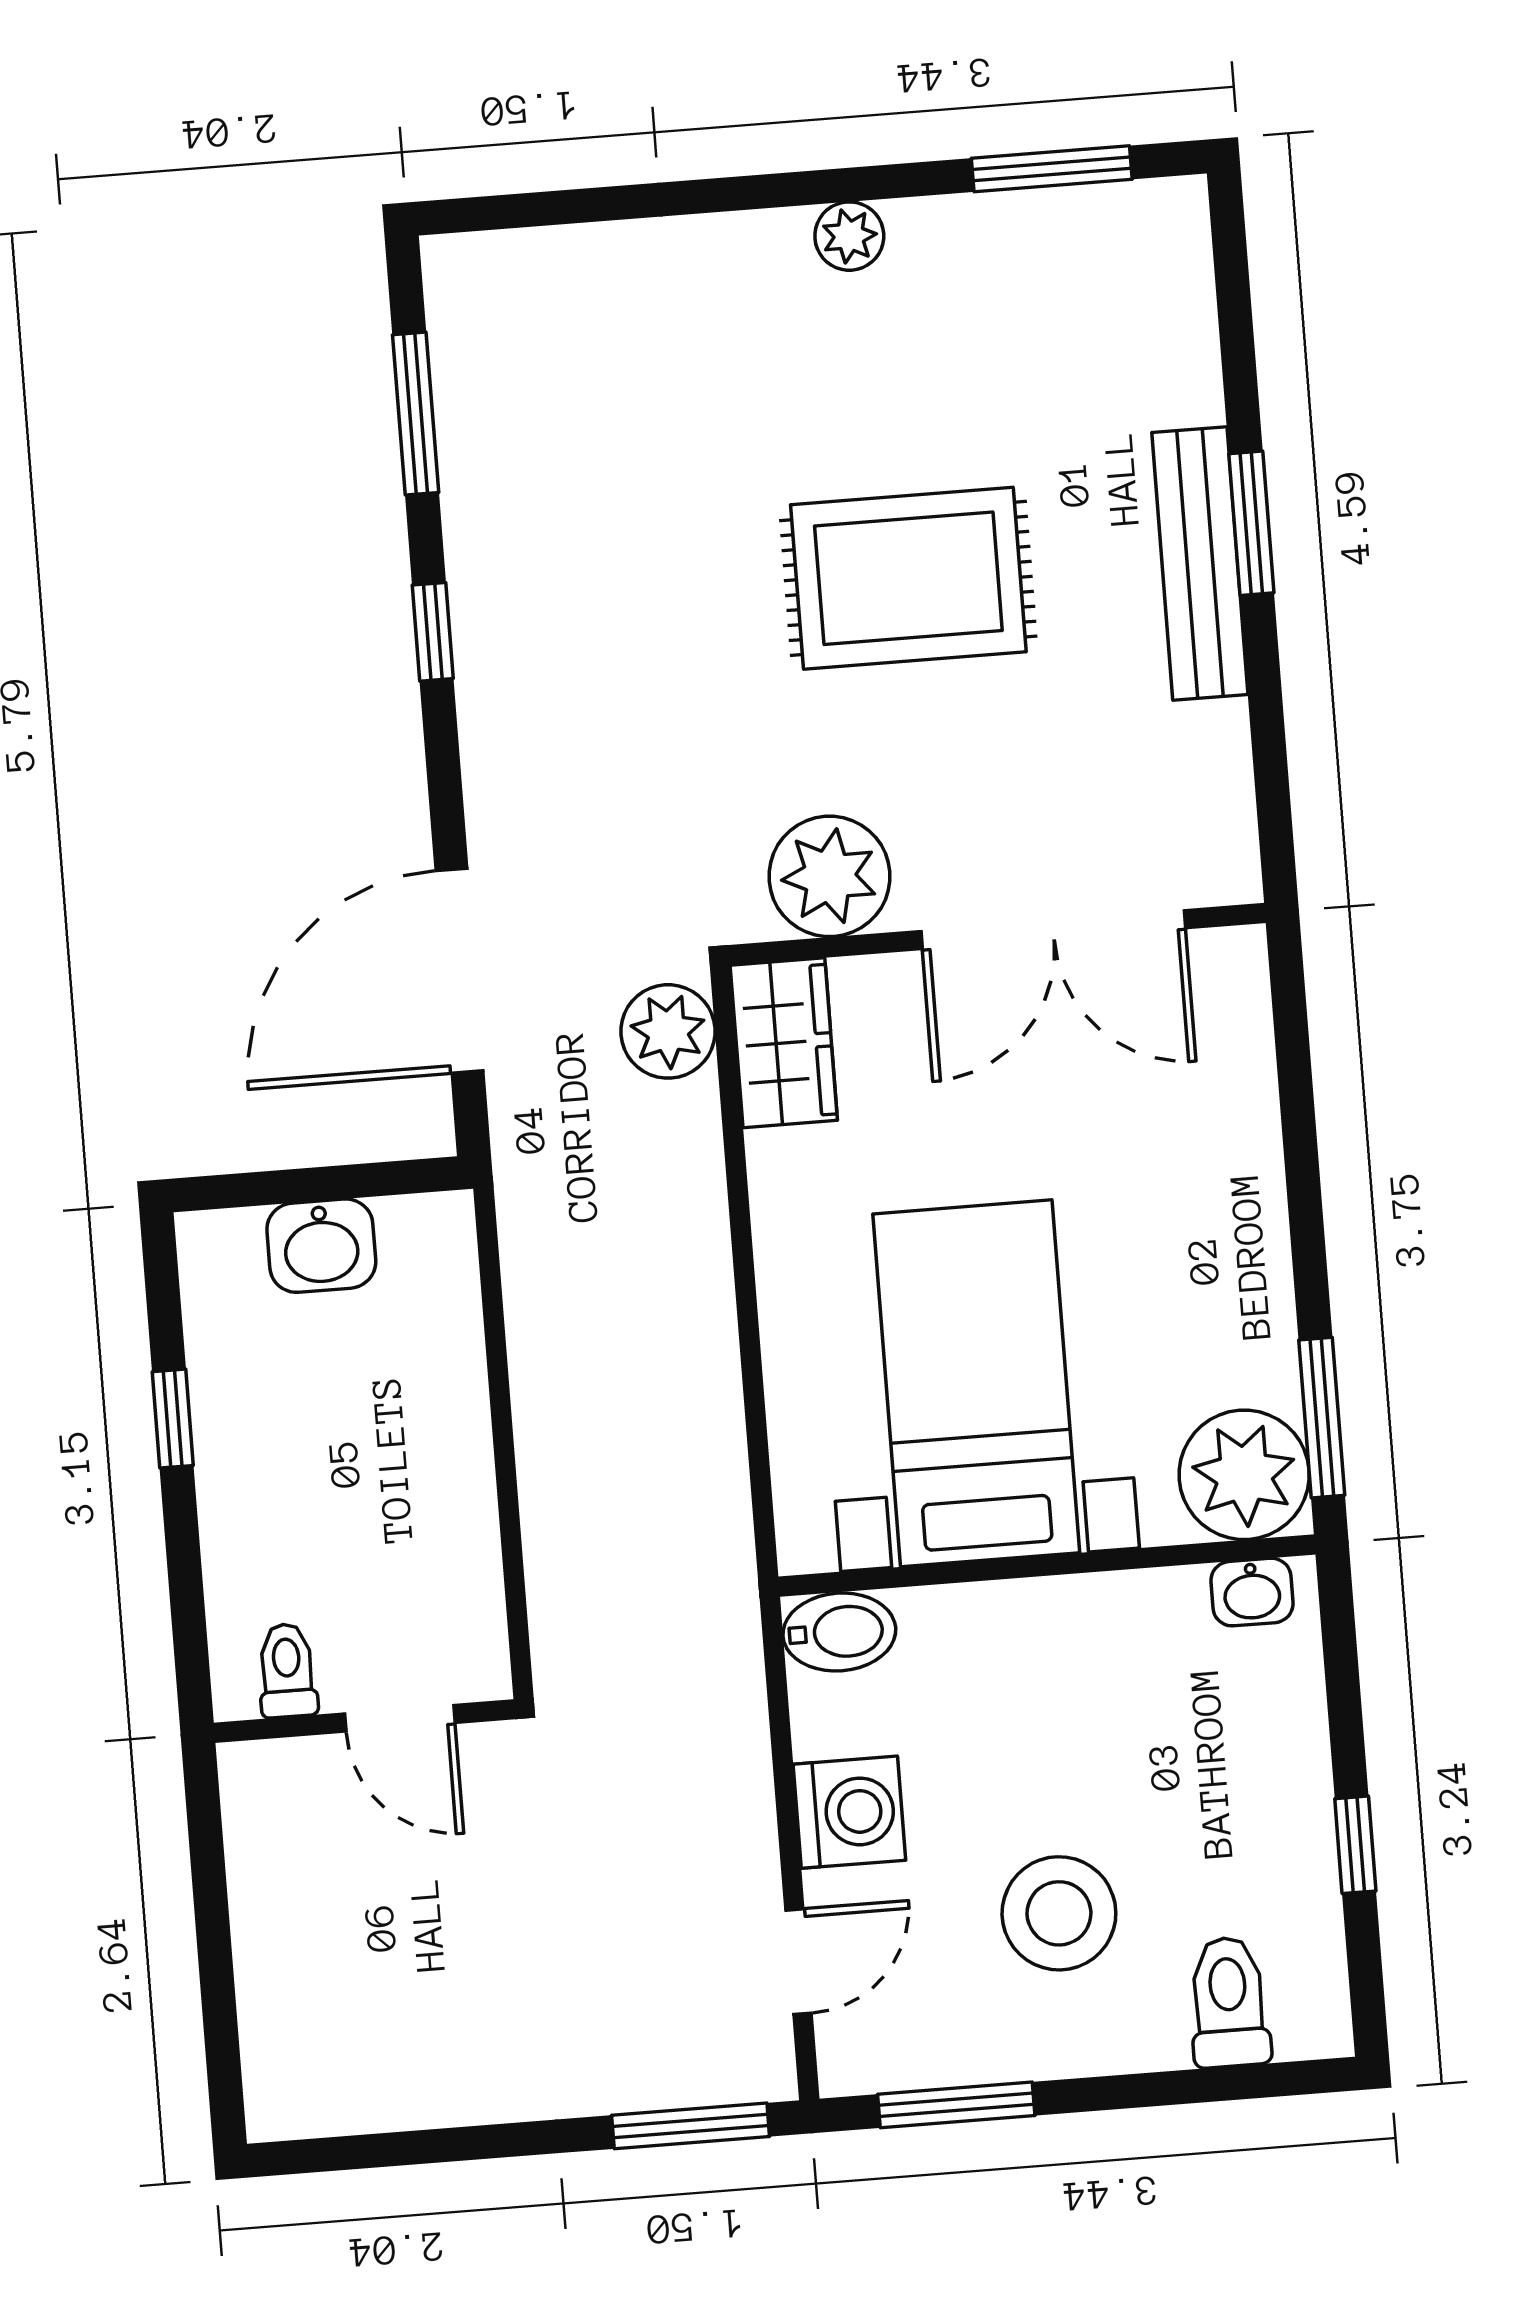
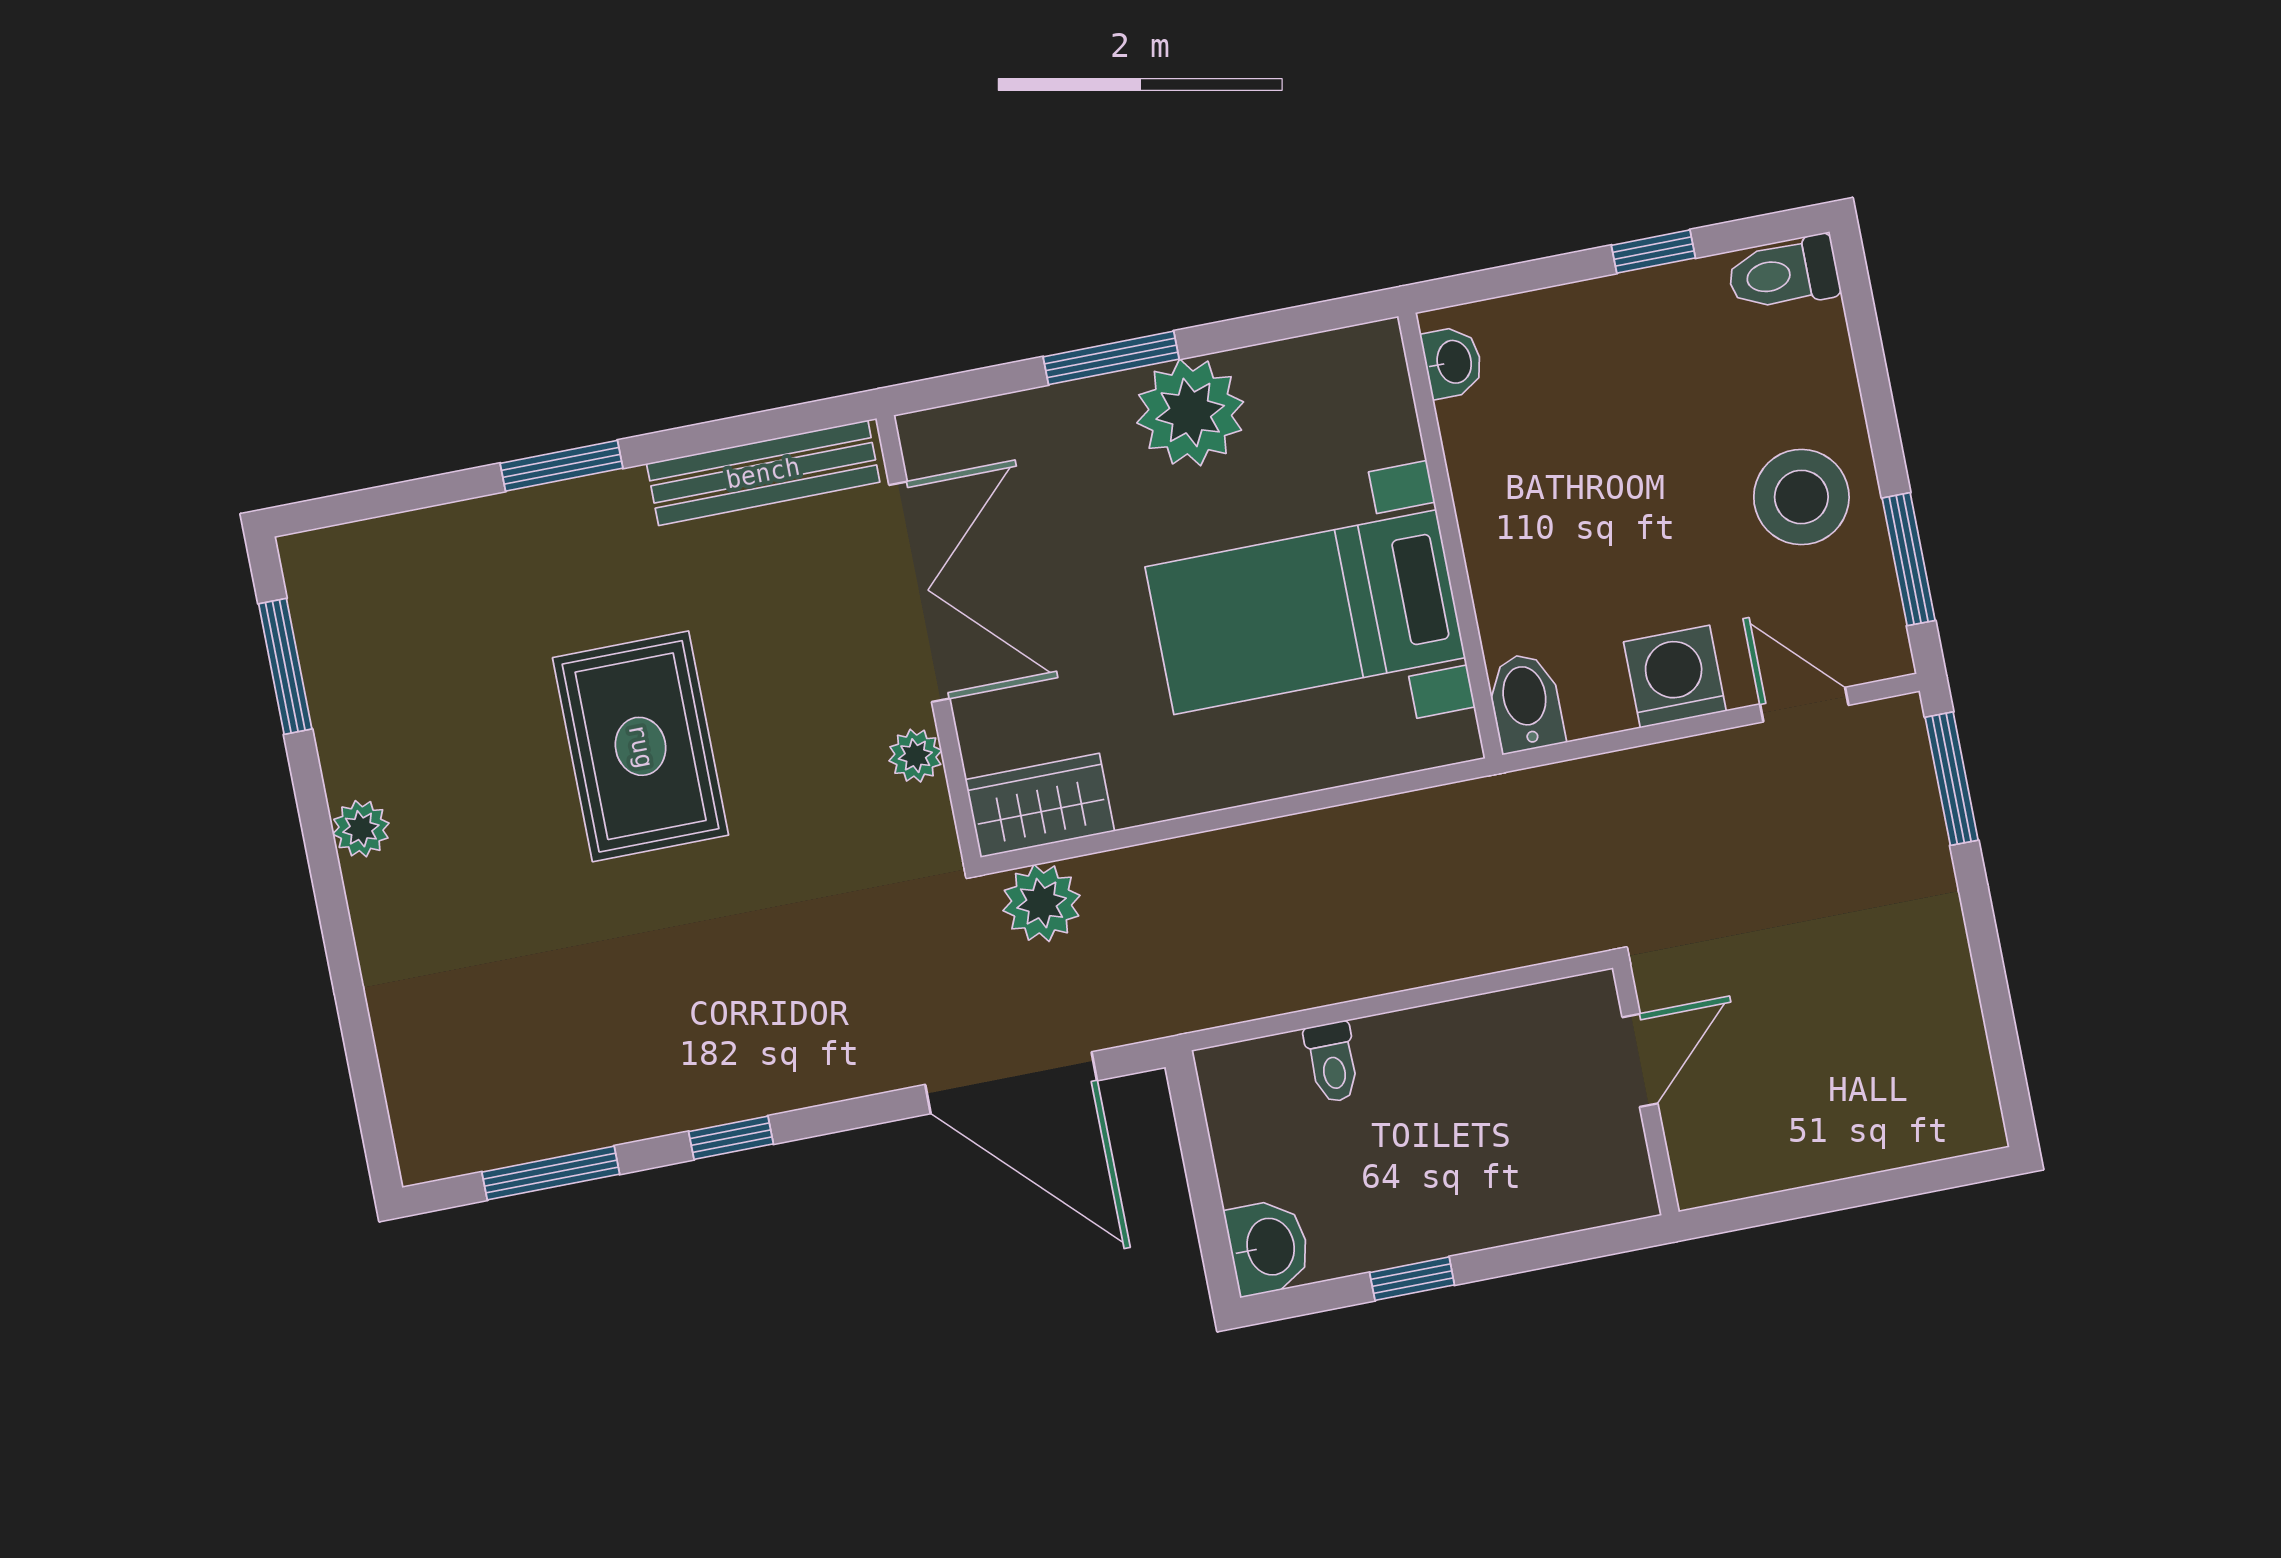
bench: (1200, 563) -> (763, 473), moved
plant: (829, 876) -> (915, 756), width x0.53, depth x0.53
washbasin: (321, 1246) -> (1268, 1247), moved
window: (1322, 1418) -> (1111, 358), moved
plant: (1244, 1475) -> (1190, 412), moved
toilet: (287, 1671) -> (1332, 1062), moved, turned -90
stool: (1059, 1913) -> (1801, 497), moved
toilet: (1229, 2002) -> (1783, 274), moved

